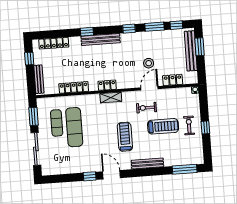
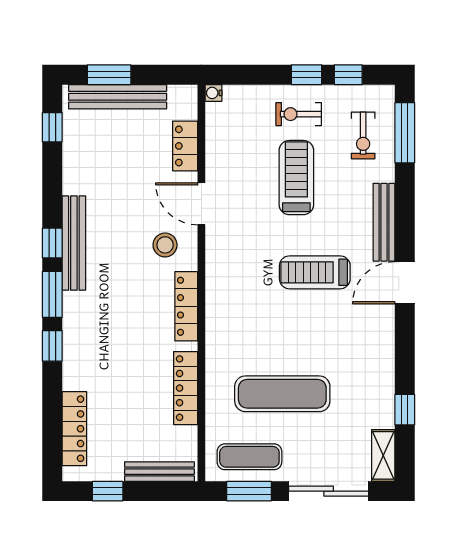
window: (154, 27) -> (52, 294), moved
bench: (101, 40) -> (74, 243), moved
stool: (149, 63) -> (165, 245), moved
locker: (107, 85) -> (186, 306), width x1.53
shelving: (111, 97) -> (383, 455), moved
exercise bike: (146, 108) -> (363, 135), moved
exercise mat: (57, 123) -> (249, 457), moved
window: (207, 144) -> (348, 75), added
door: (112, 175) -> (405, 283), moved
window: (90, 176) -> (405, 410), moved

